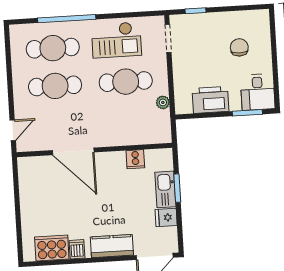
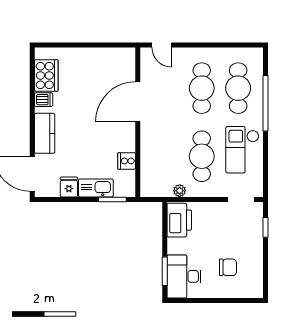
desk: (258, 92) -> (184, 276), width x1.37
printer: (211, 100) -> (179, 220), moved
window: (177, 188) -> (112, 199), moved

